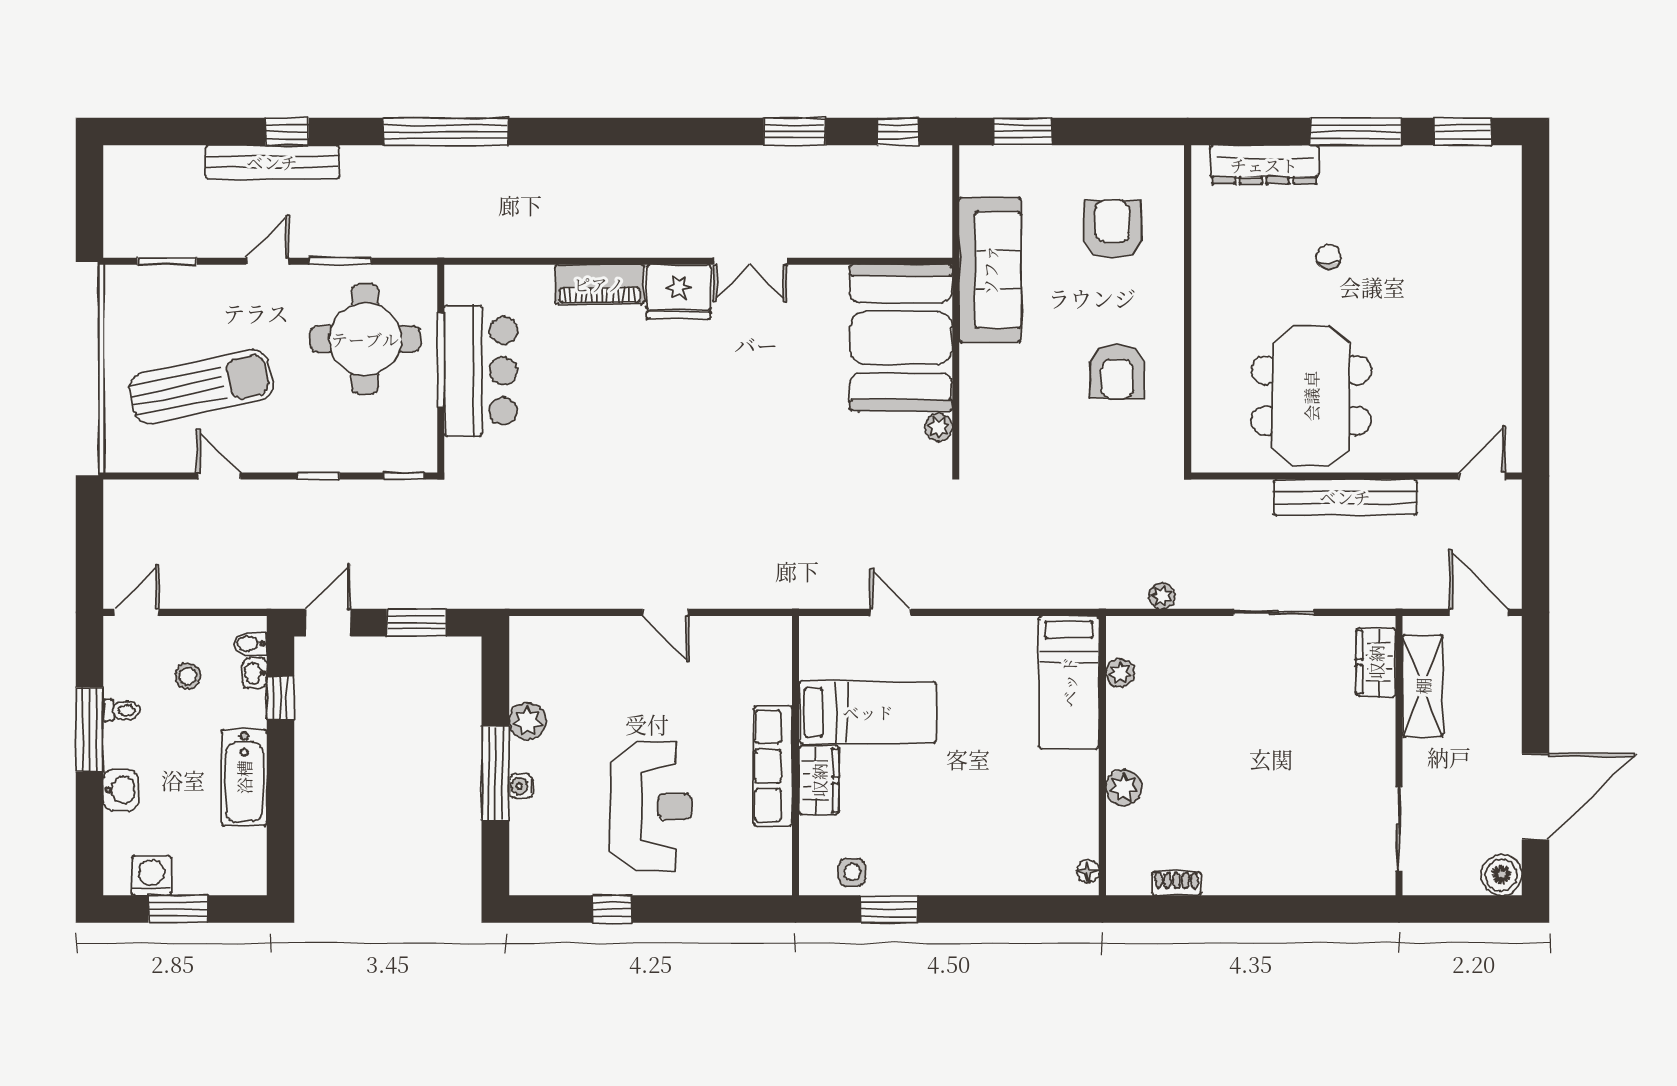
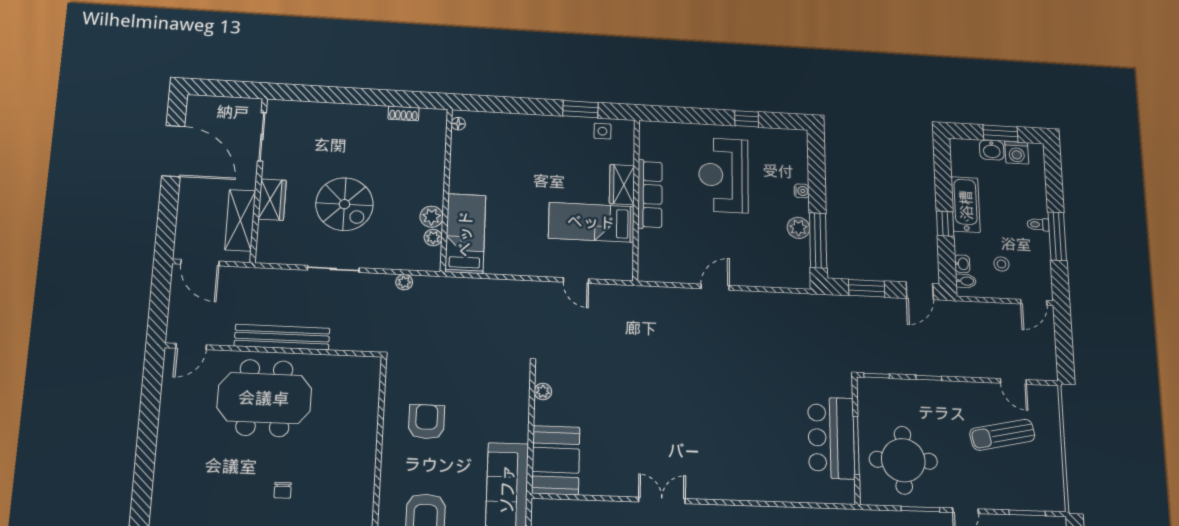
piano: (599, 284) -> (758, 489), removed
fridge: (679, 292) -> (708, 482), removed
booth: (901, 338) -> (556, 460), width x0.73, depth x0.70
sun lounger: (201, 387) -> (1002, 435), width x0.73, depth x0.75
meeting table: (1311, 396) -> (264, 398), moved, turned 90
door: (219, 476) -> (1013, 381), moved
door: (666, 612) -> (715, 287), hinge flipped
wardrobe: (1376, 662) -> (272, 200), moved
window: (281, 698) -> (945, 224), moved
toilet: (121, 711) -> (1038, 225), moved
spiral stairs: (1262, 722) -> (344, 204), added
window: (495, 773) -> (818, 240), moved
plant: (1124, 788) -> (432, 217), moved
washbasin: (121, 790) -> (992, 150), moved, turned -90
door: (1535, 797) -> (173, 151), swing flipped
boiler: (1501, 875) -> (199, 107), removed

